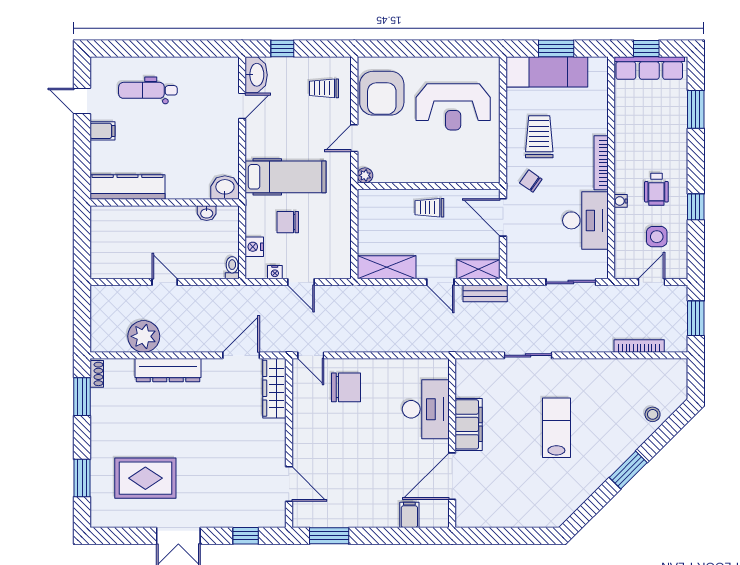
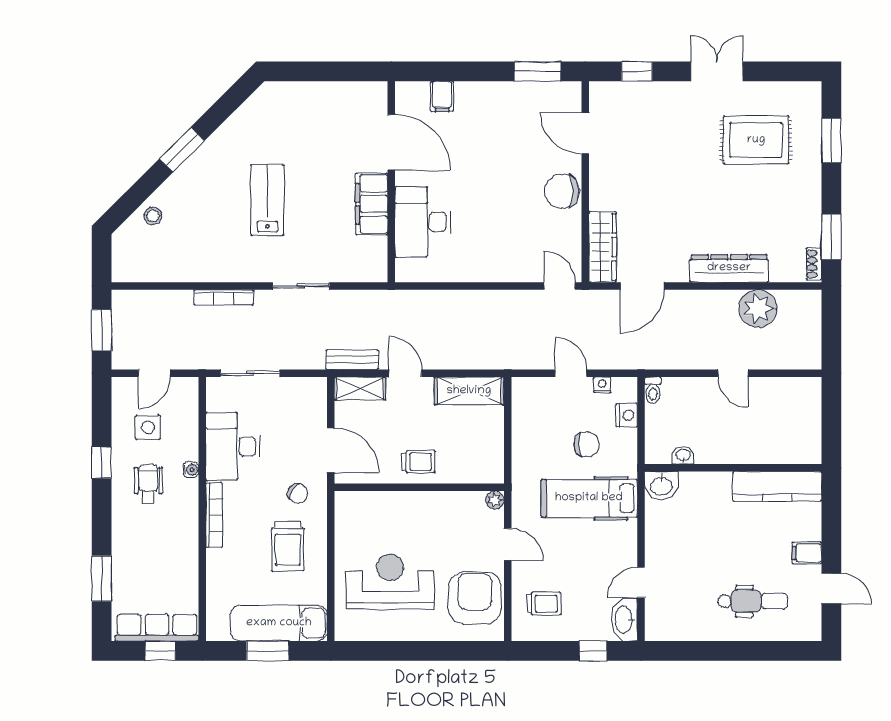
door: (354, 138) -> (508, 544), hinge flipped
bookcase: (639, 346) -> (224, 297), moved
chair: (346, 387) -> (562, 191), moved
lab bench: (556, 428) -> (267, 200), turned 180
door: (452, 476) -> (391, 142), hinge flipped

